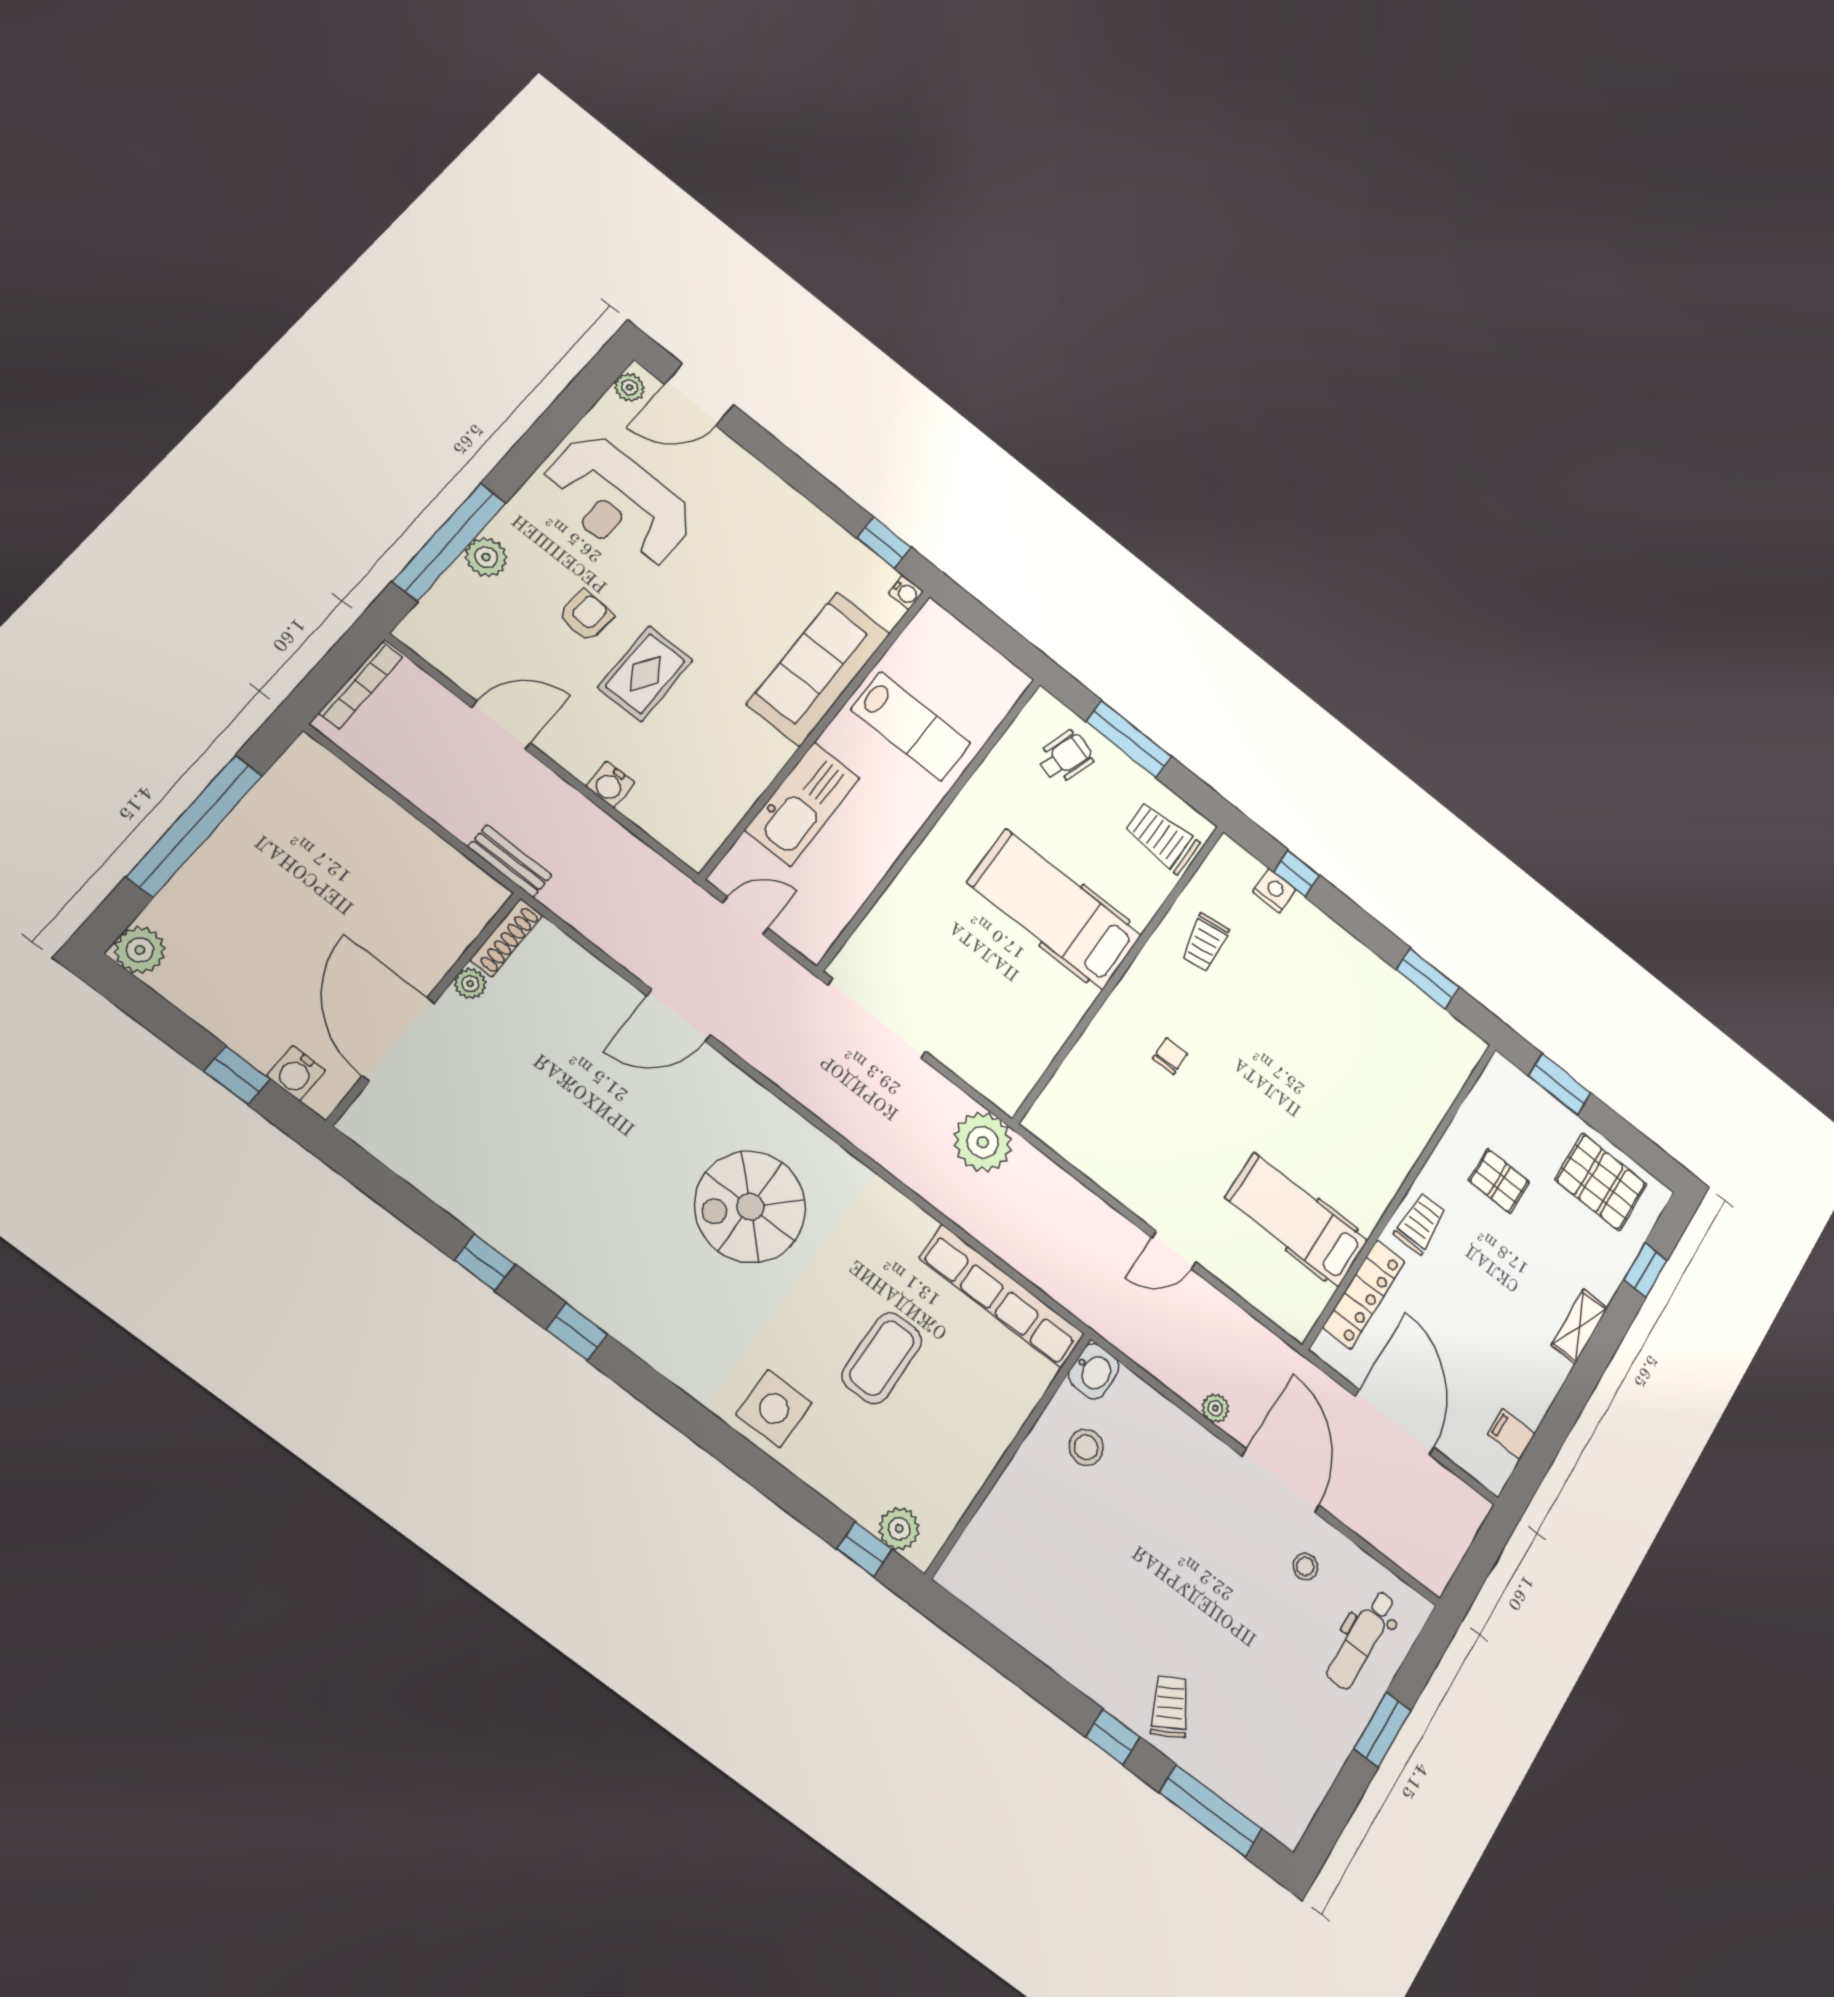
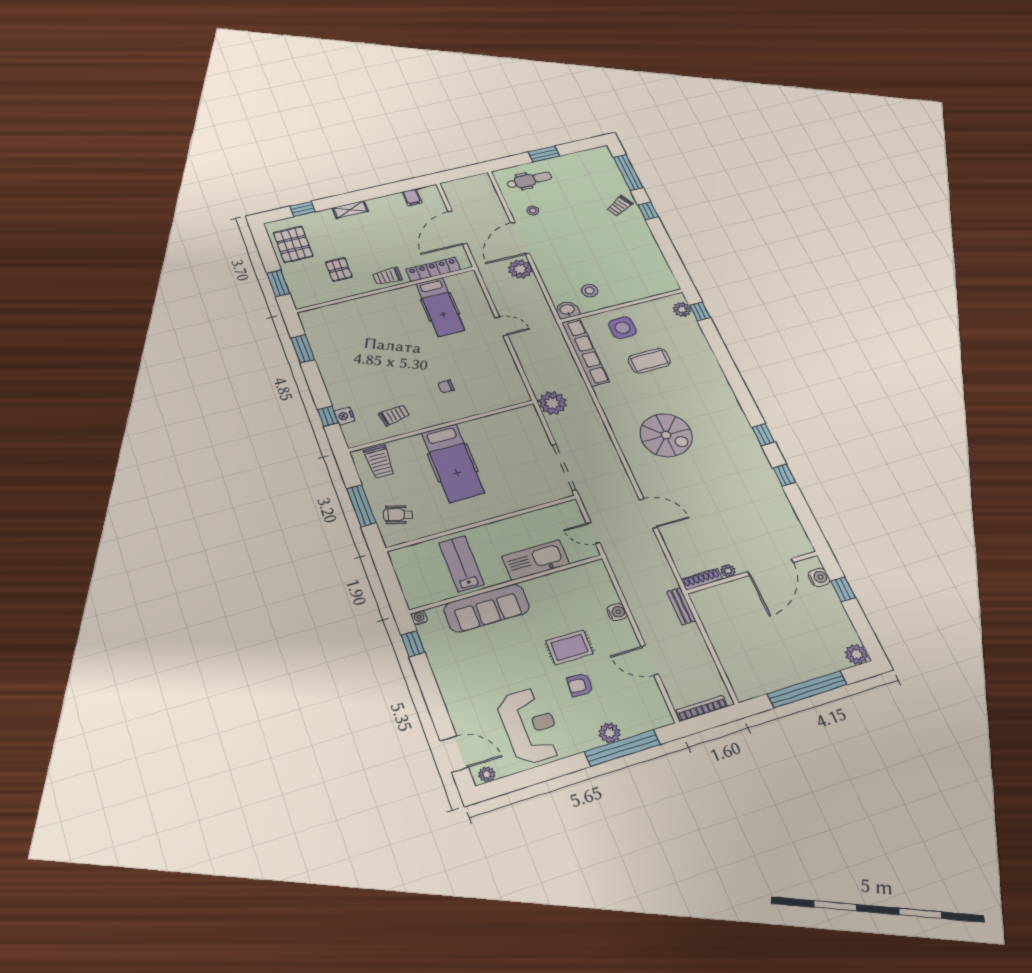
side table: (774, 1408) -> (623, 328), moved
plant: (1215, 1408) -> (520, 269), width x1.87, depth x1.87

